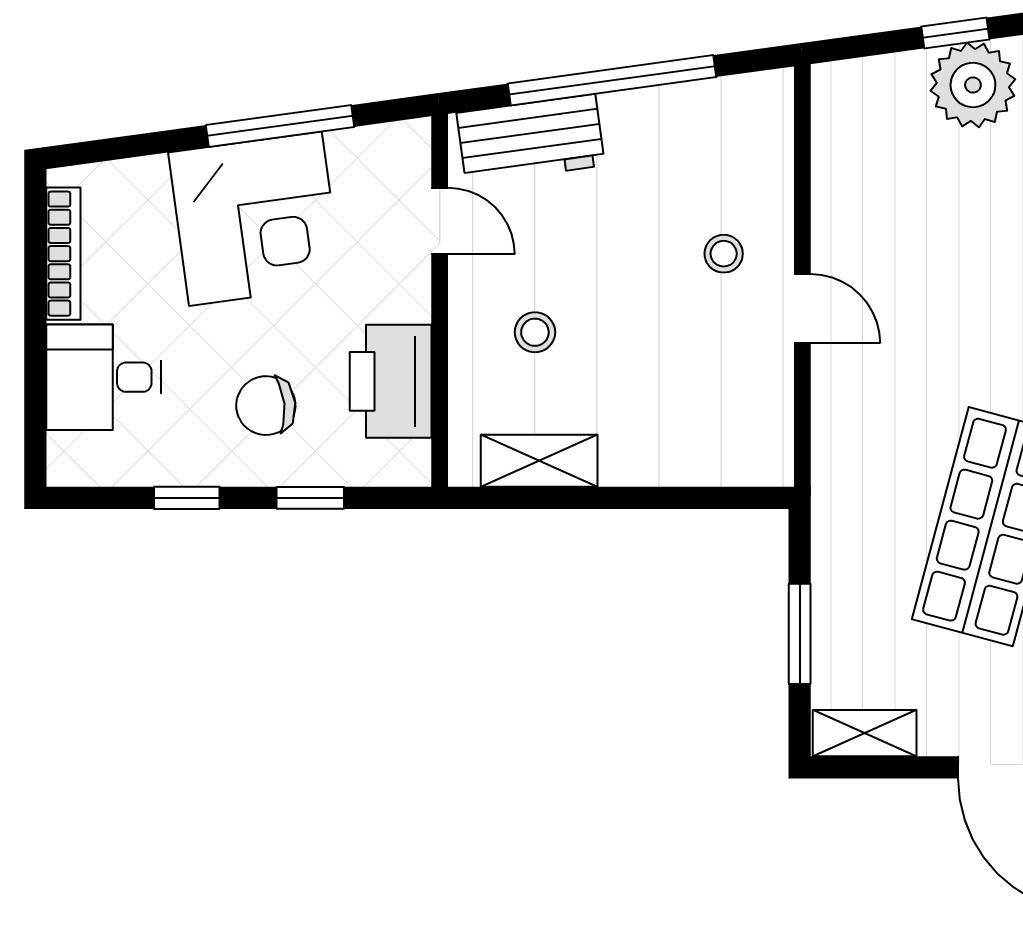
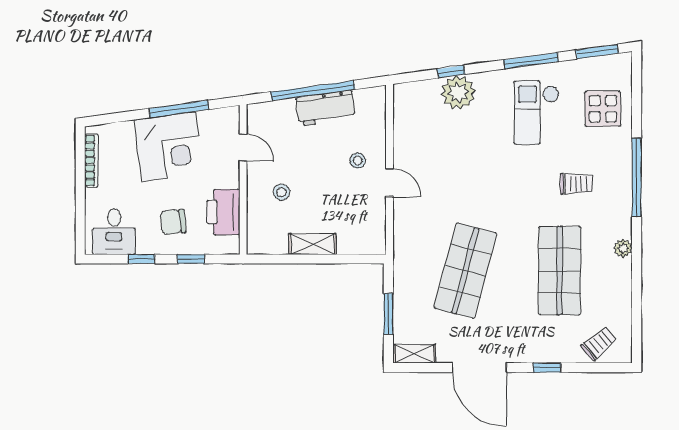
workbench: (531, 139) -> (326, 108), moved
desk: (104, 377) -> (114, 232), moved, turned -90
shelving: (539, 461) -> (312, 244), moved

